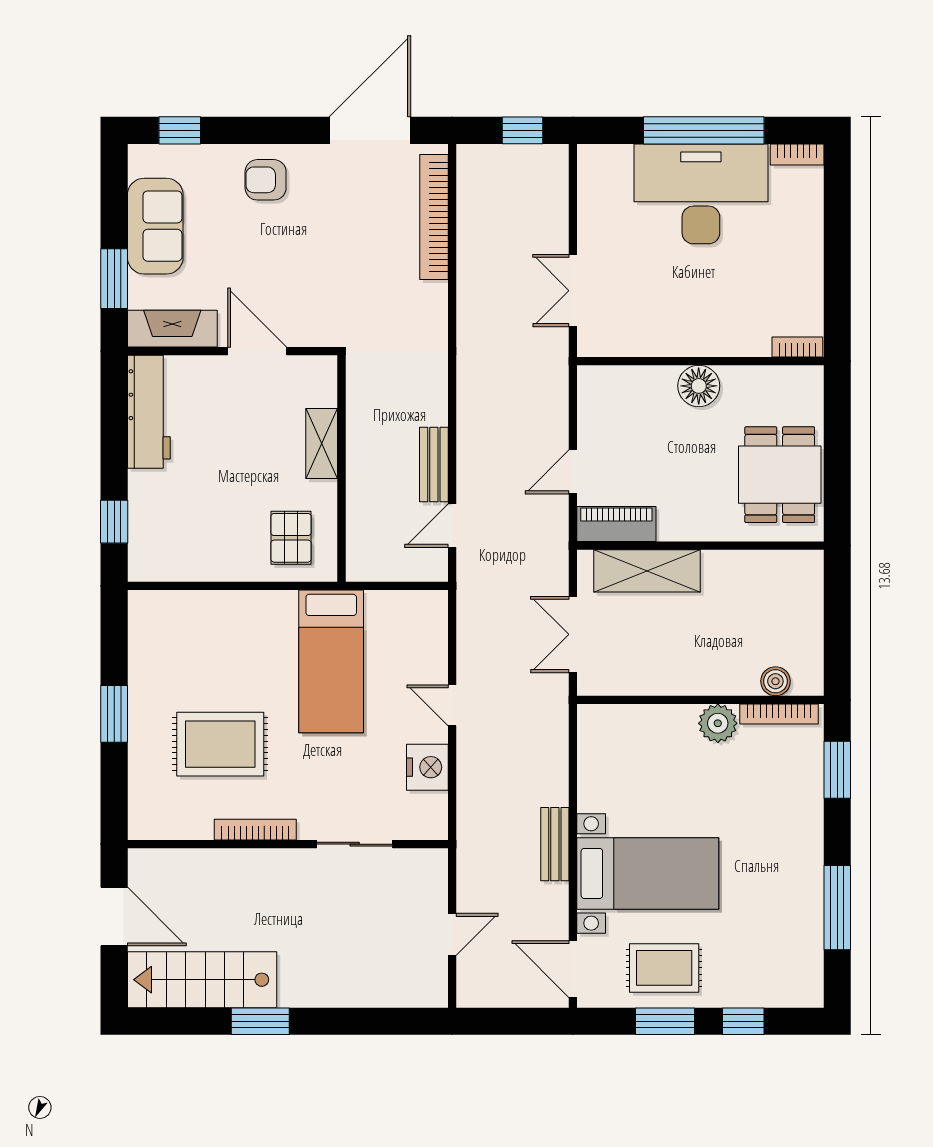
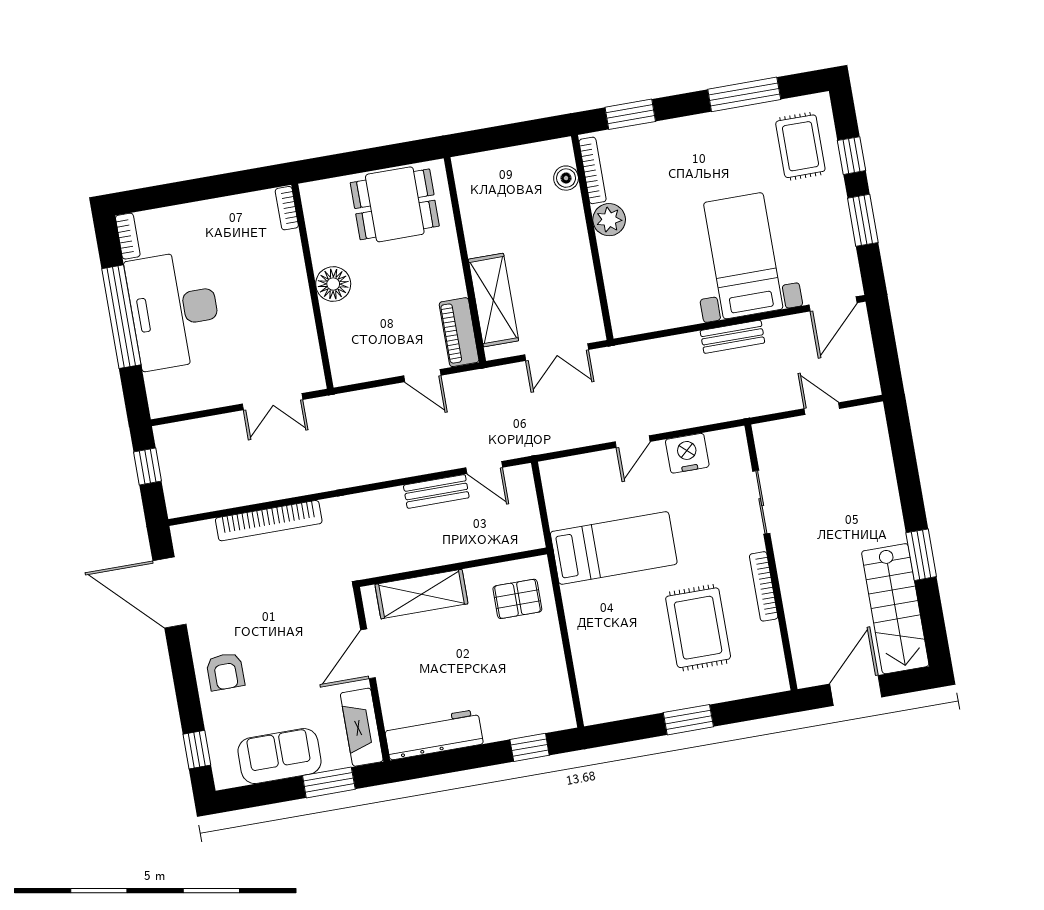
bookcase: (434, 217) -> (269, 521), moved
shelving: (322, 444) -> (421, 594), width x1.50, depth x1.33
rug: (664, 968) -> (800, 146), moved

